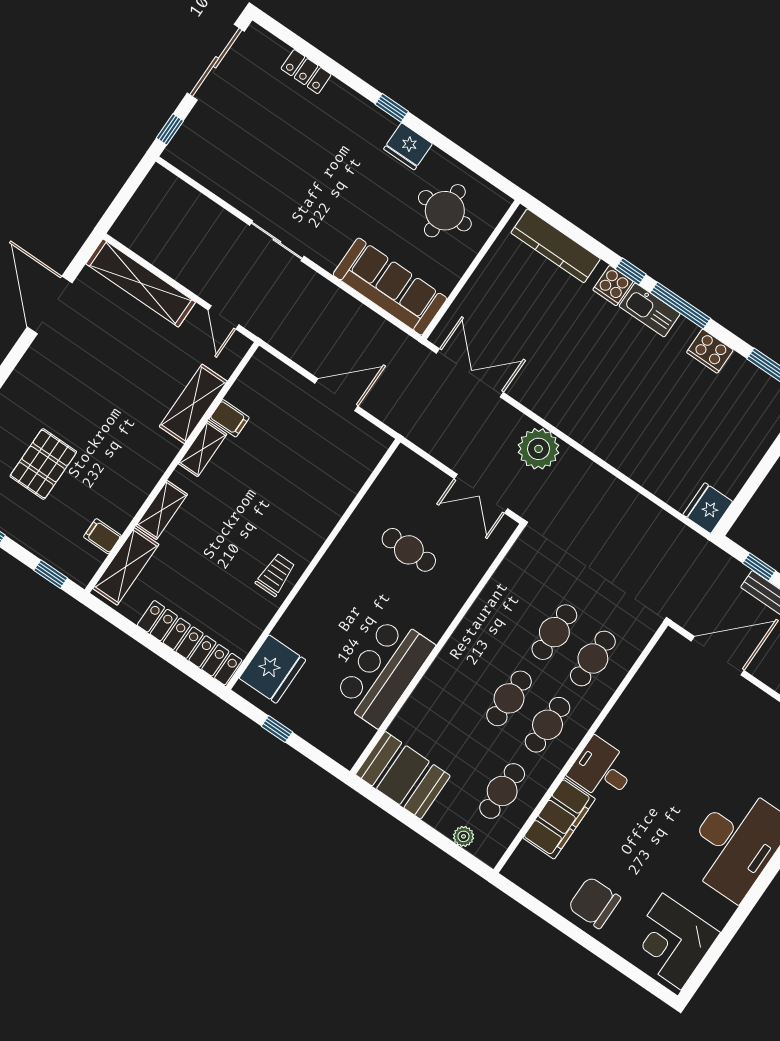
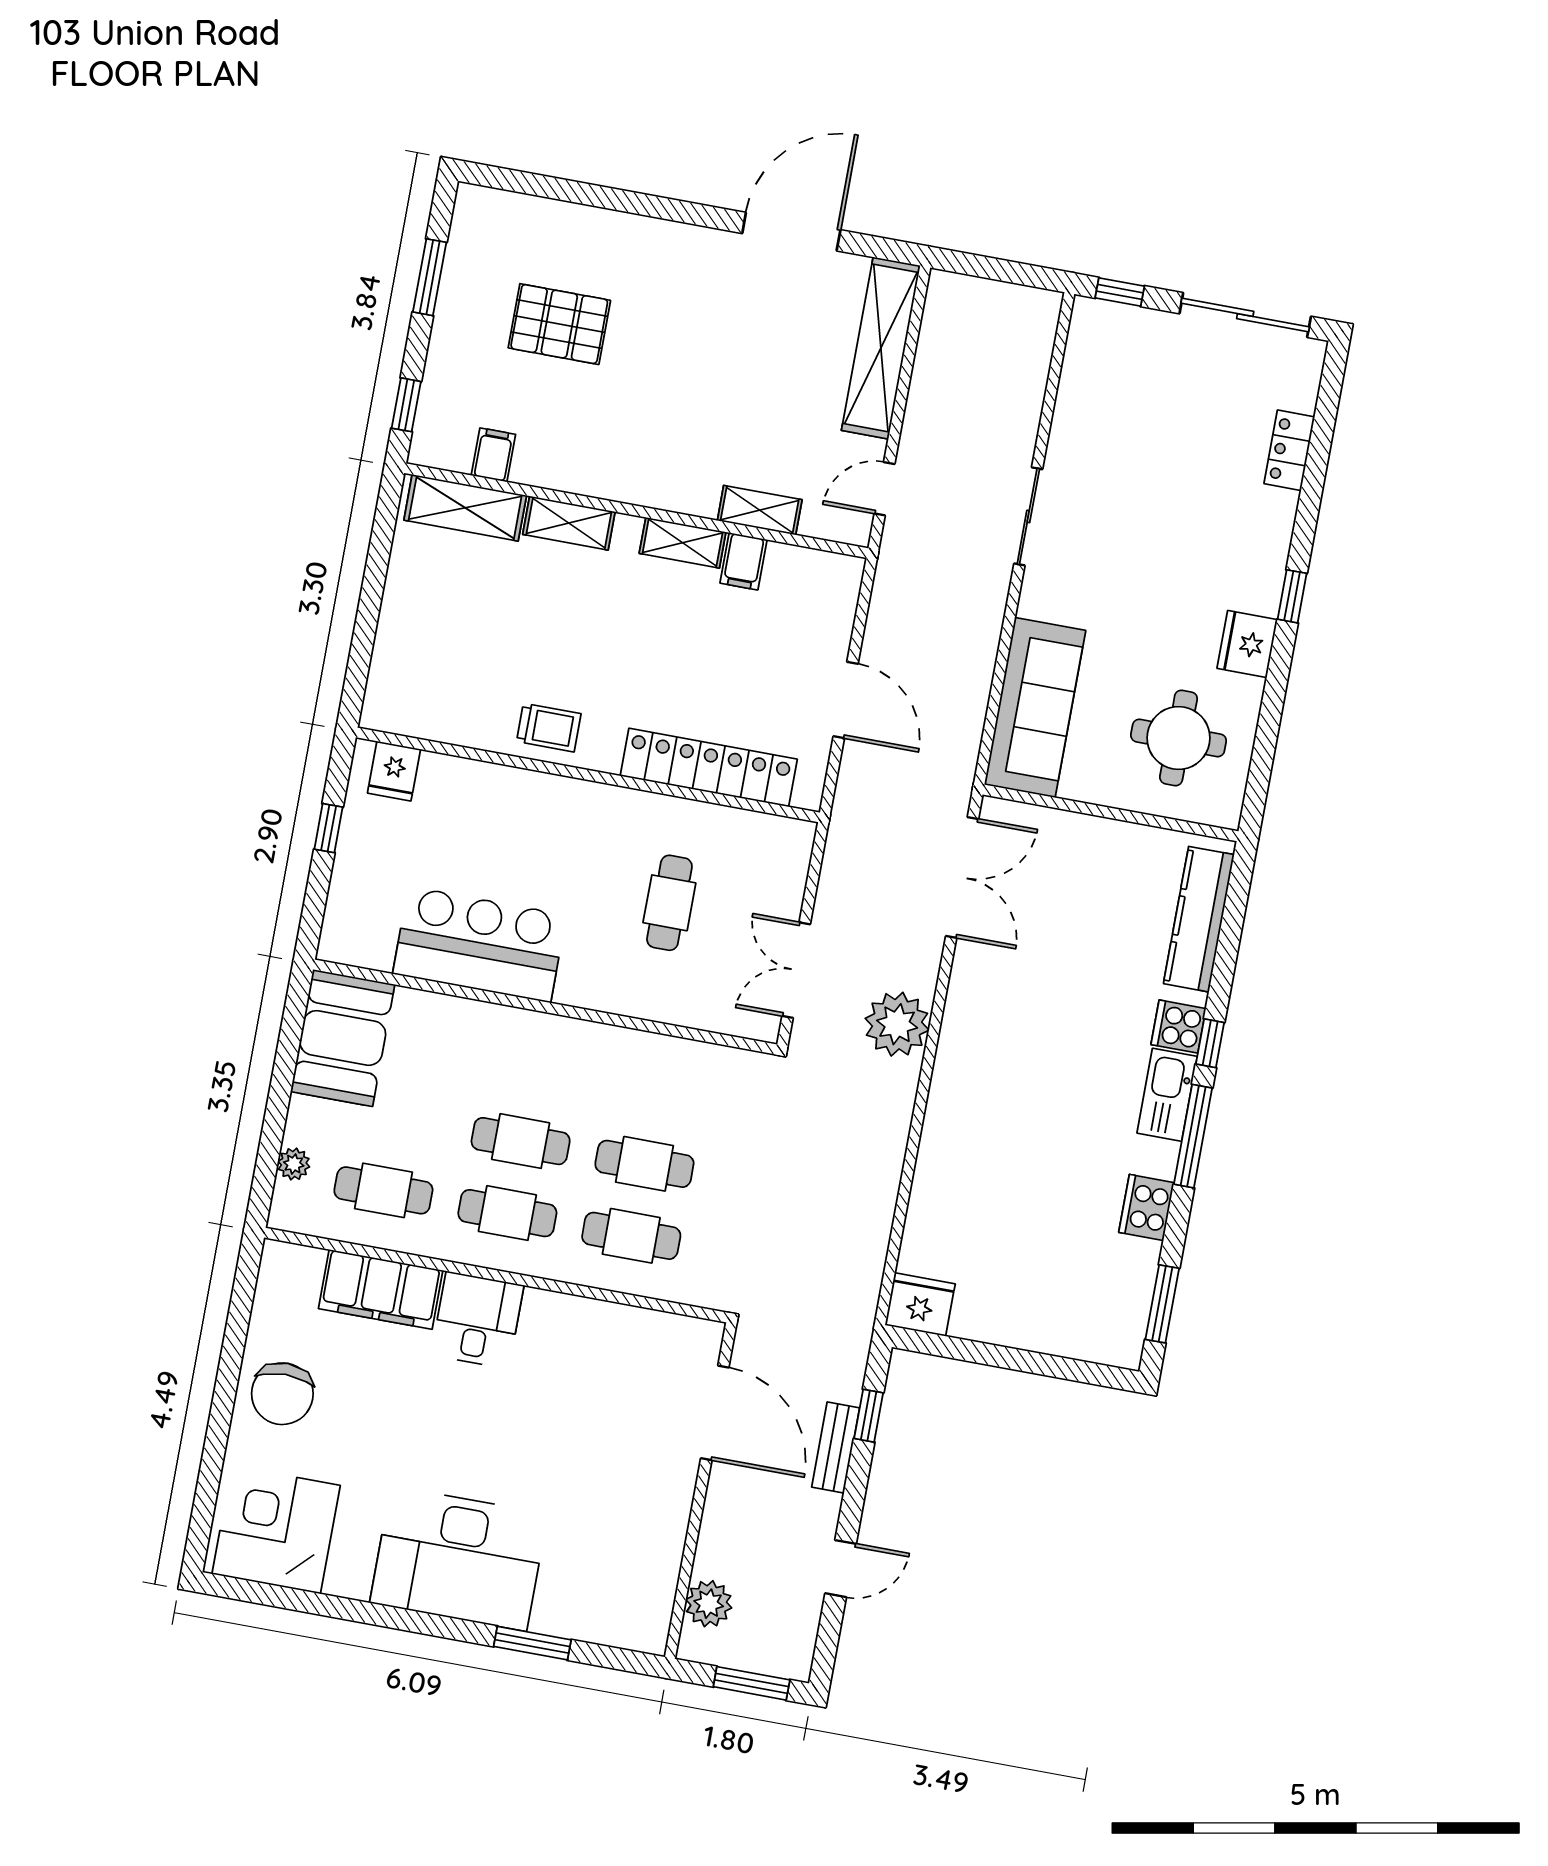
shelving: (193, 404) -> (760, 510), width x0.67, depth x0.75
locker: (190, 643) -> (709, 767), moved, turned -90
fridge: (272, 669) -> (394, 771), width x0.53, depth x0.75
chair: (594, 903) -> (282, 1394), turned 180

